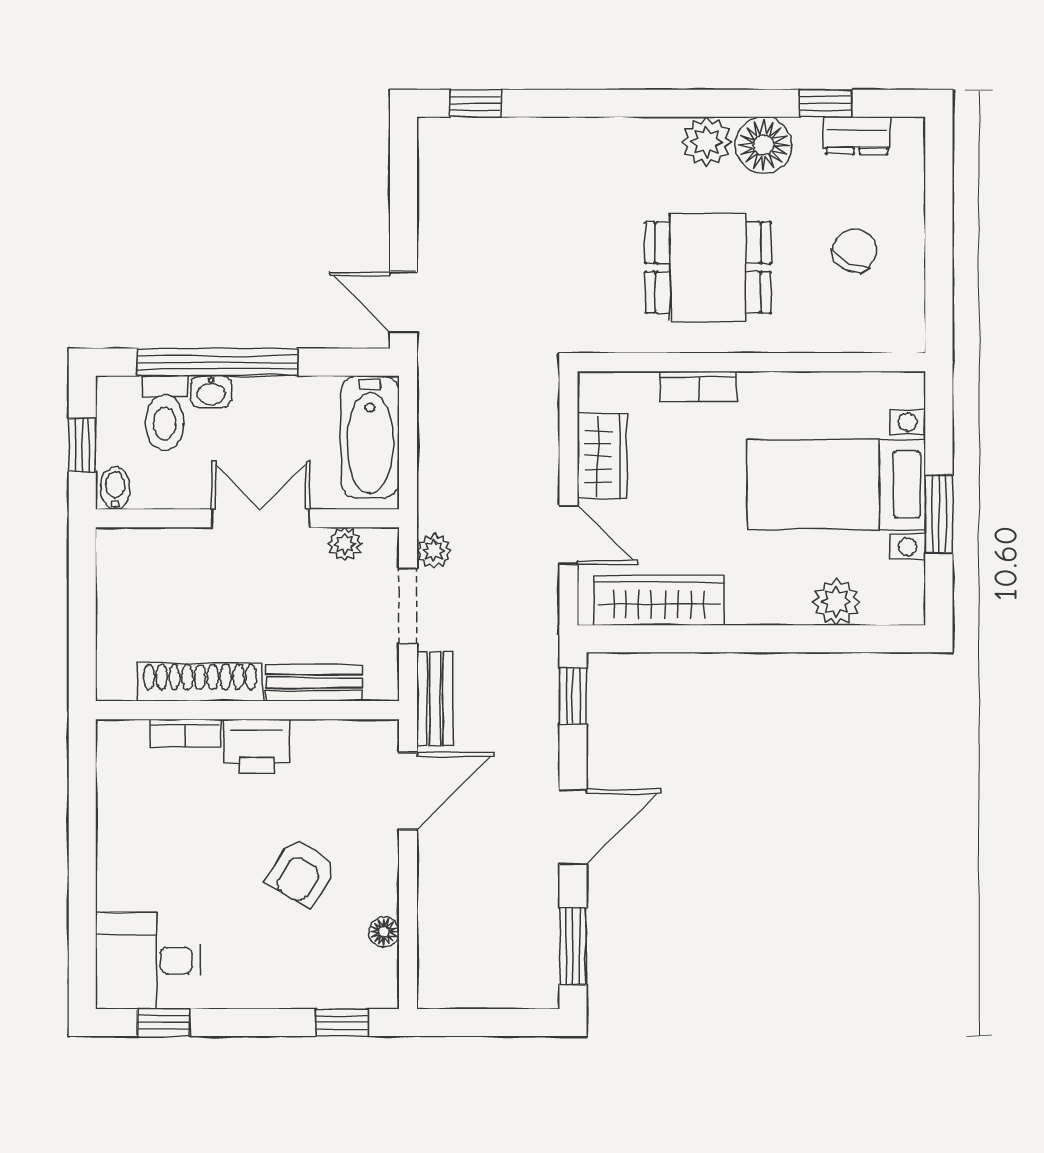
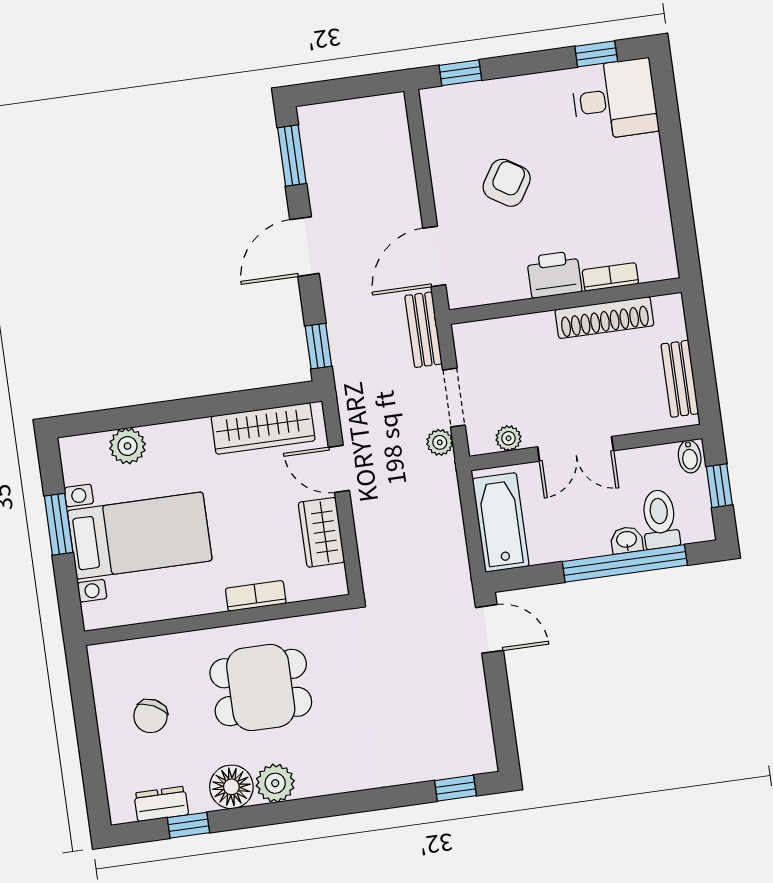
bench: (314, 683) -> (680, 379), moved, turned 90
floor lamp: (384, 932) -> (438, 146), removed

